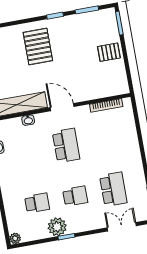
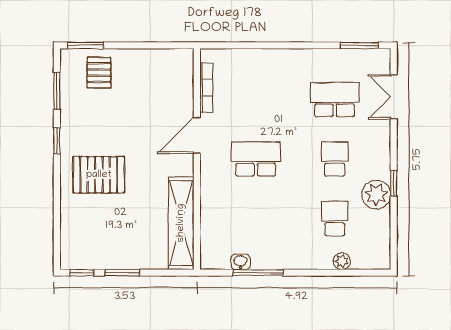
pallet: (109, 52) -> (99, 73), moved
door: (62, 107) -> (197, 135), moved
washbasin: (28, 120) -> (207, 209), removed
plant: (15, 238) -> (342, 261), moved

